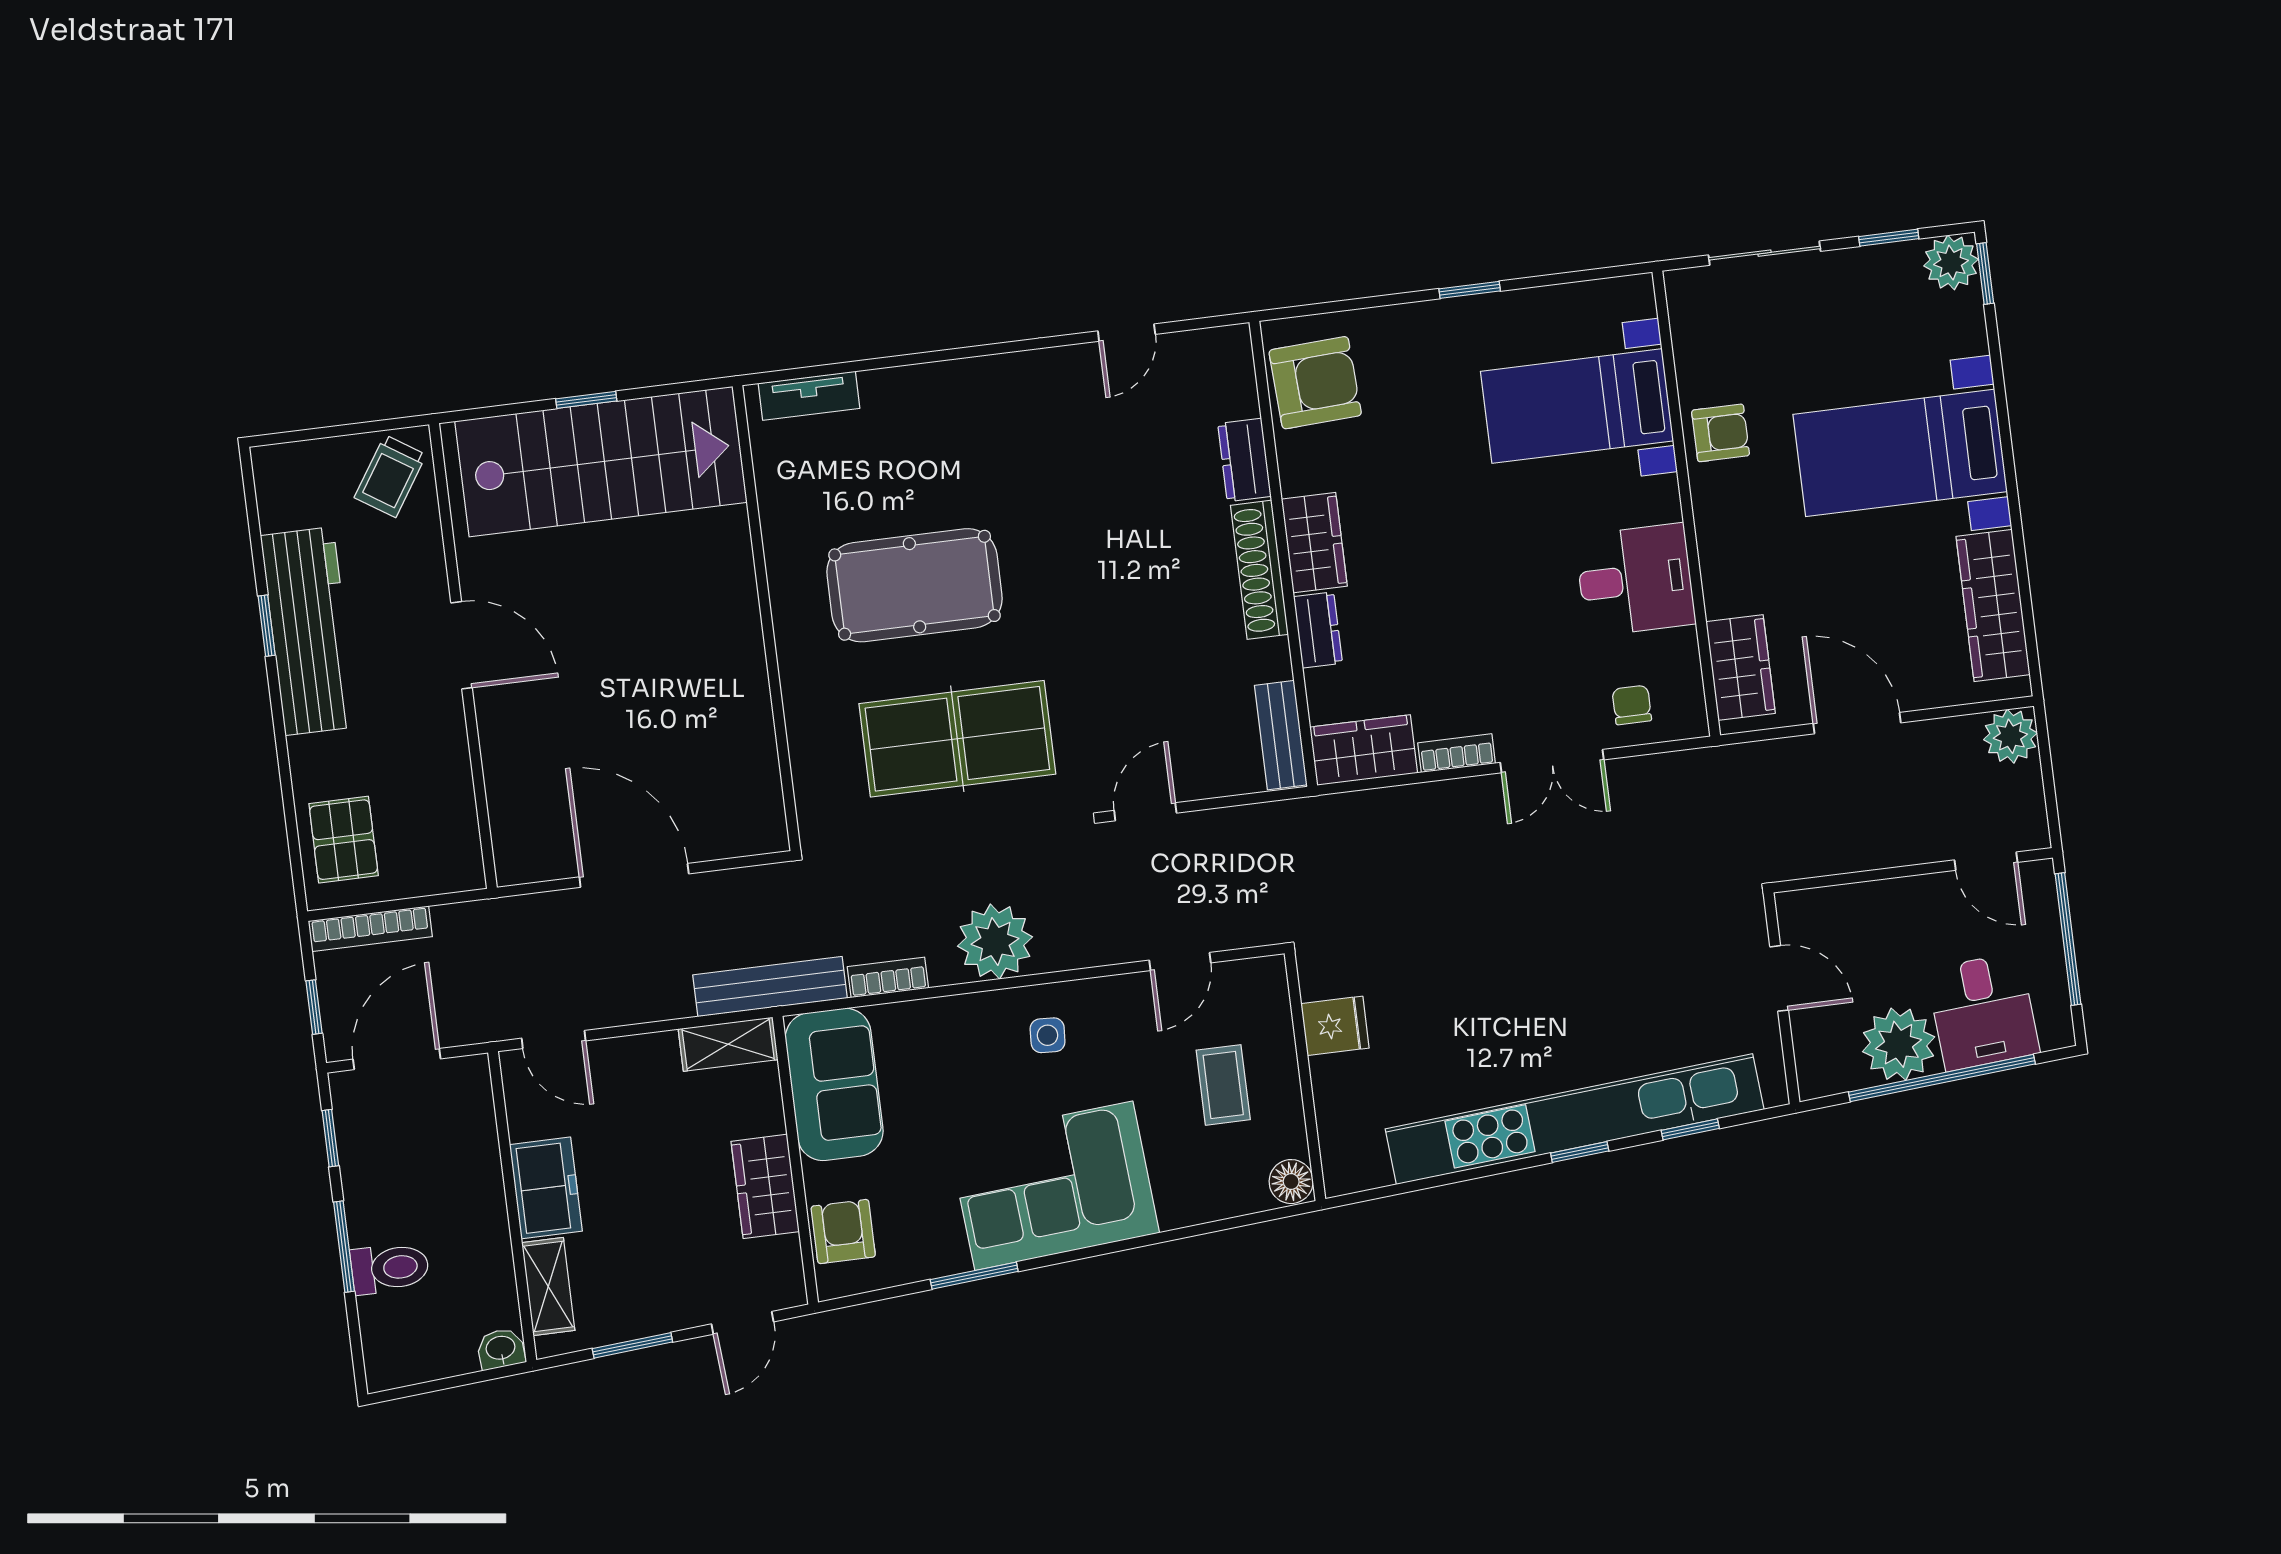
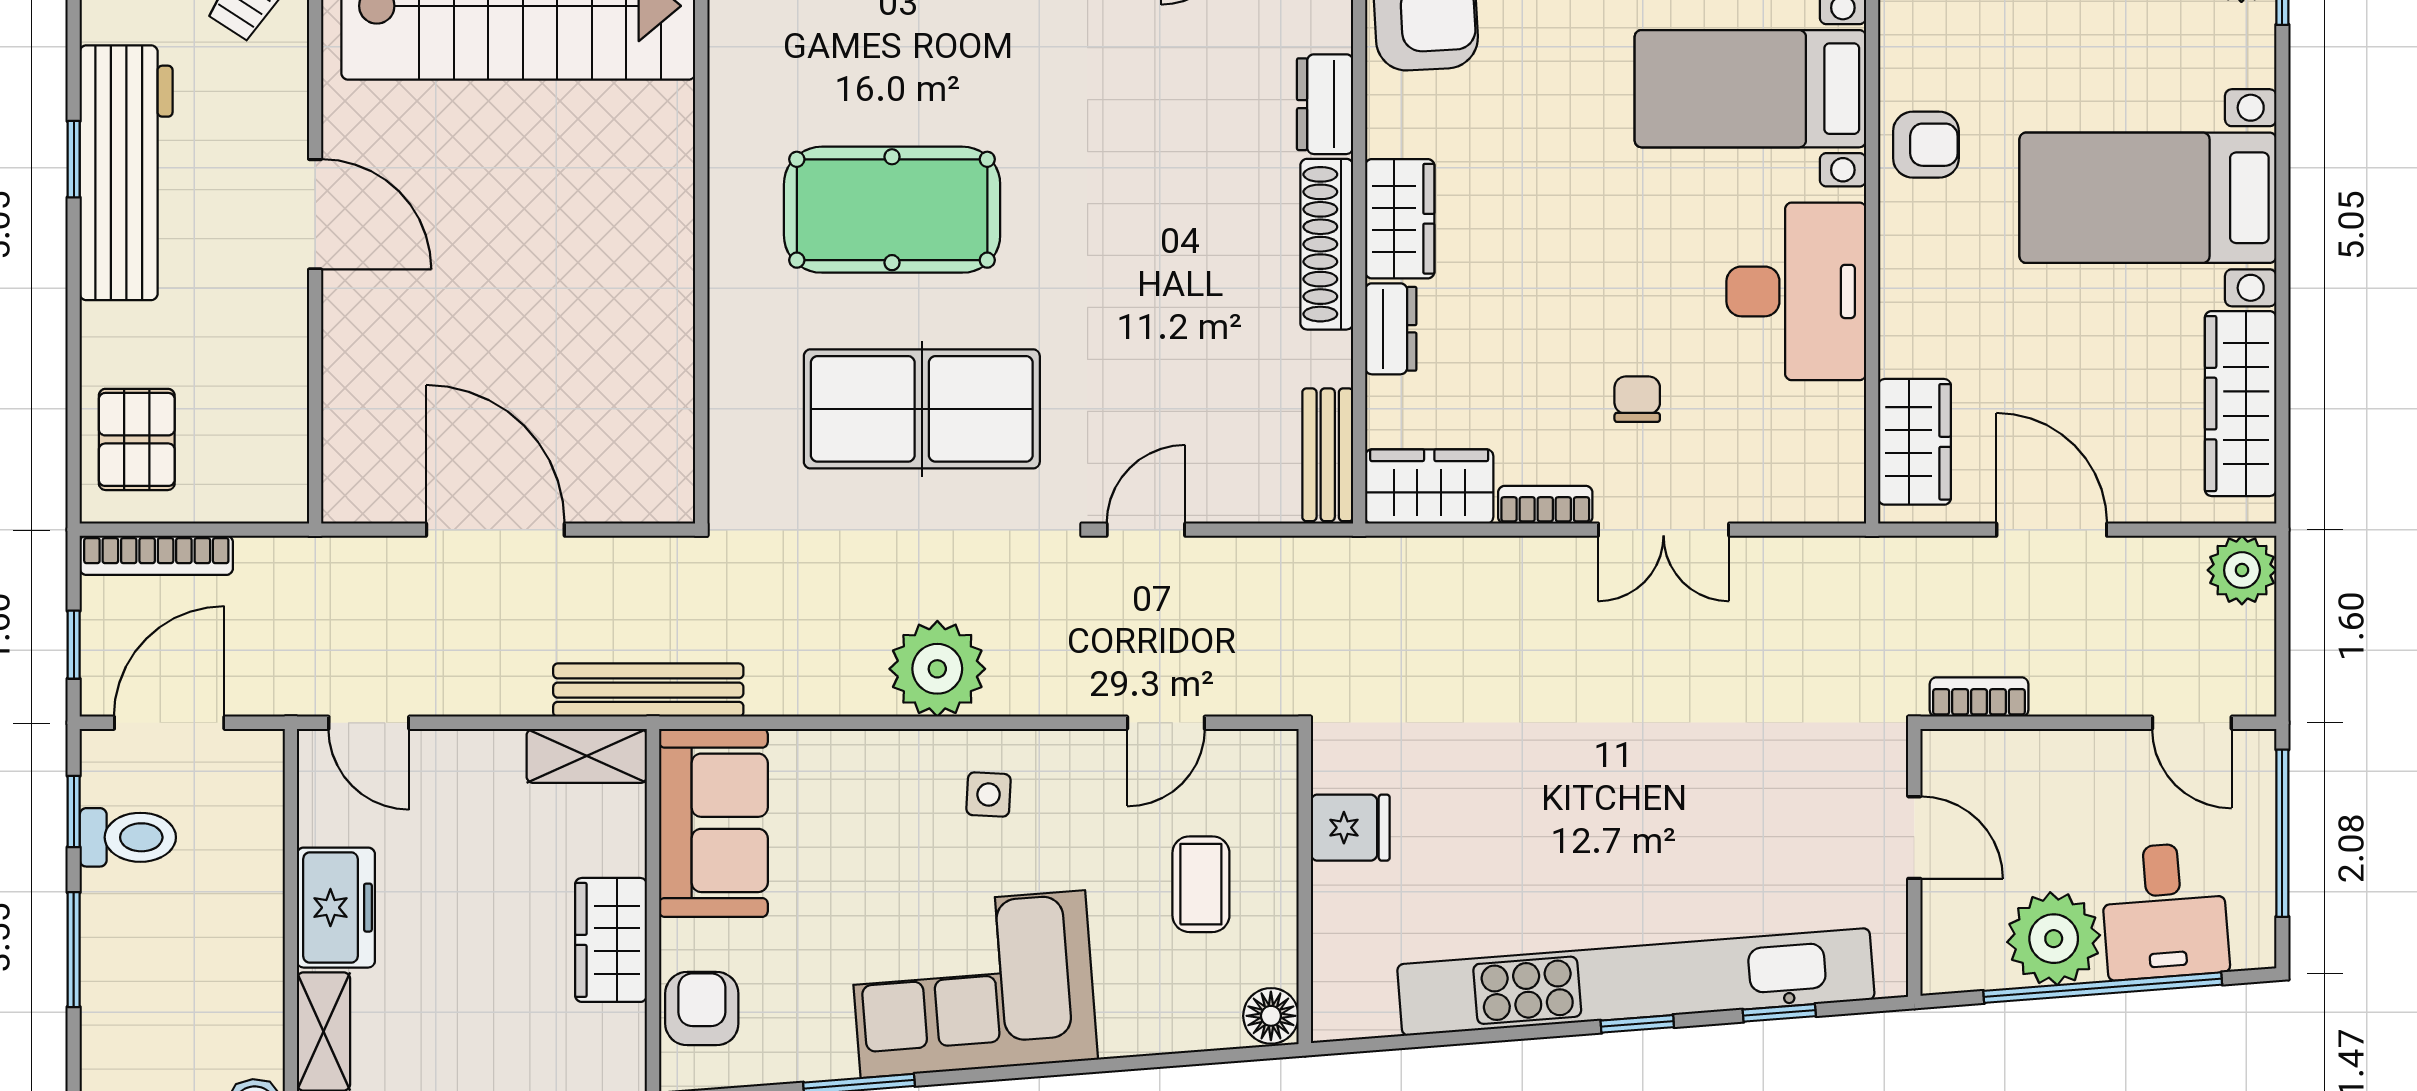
desk: (1635, 580) -> (1796, 291), width x1.37
chair: (1632, 705) -> (1637, 399), moved
bookcase: (888, 977) -> (1979, 697), moved
toilet: (390, 1268) -> (128, 837), moved

